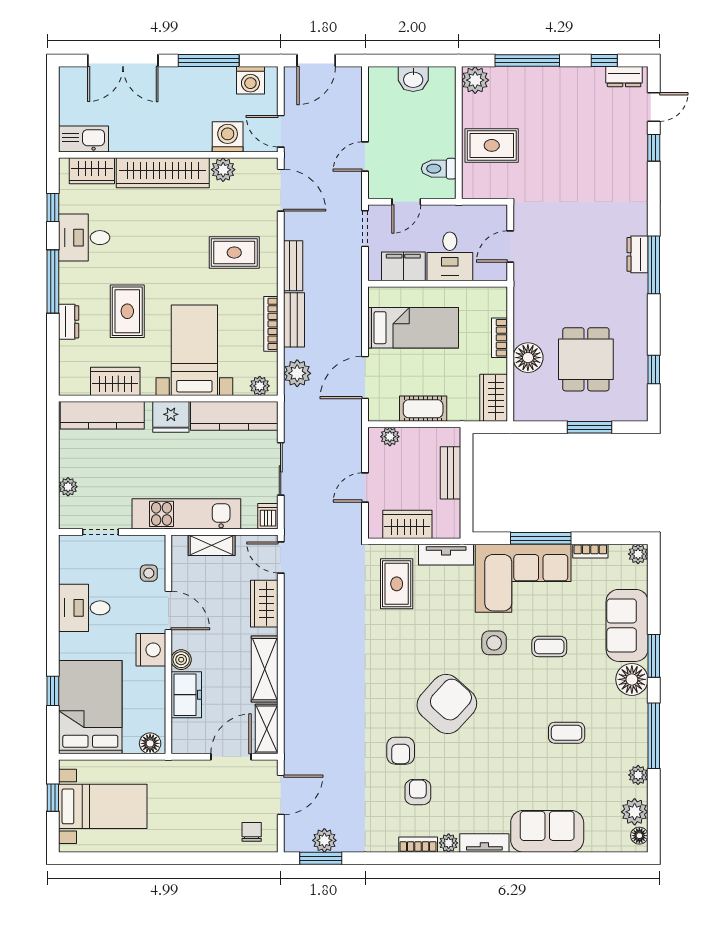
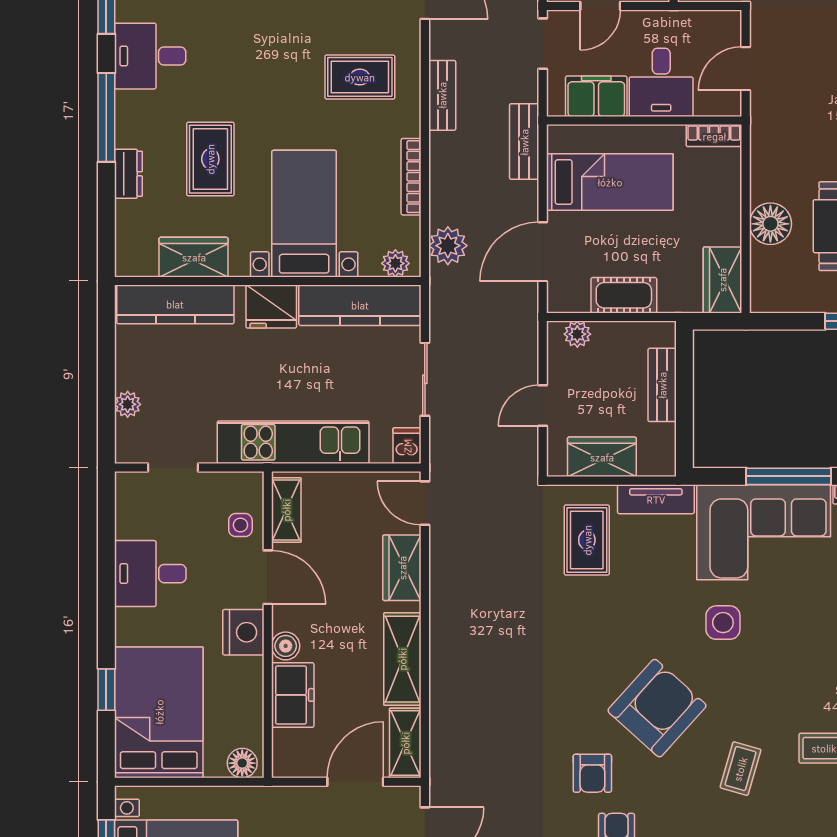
bench: (294, 320) -> (524, 142), moved
bookcase: (499, 338) -> (714, 136), moved, turned -90
shelving: (212, 545) -> (286, 510), moved, turned 90
coffee table: (549, 646) -> (740, 769), moved, turned -74

